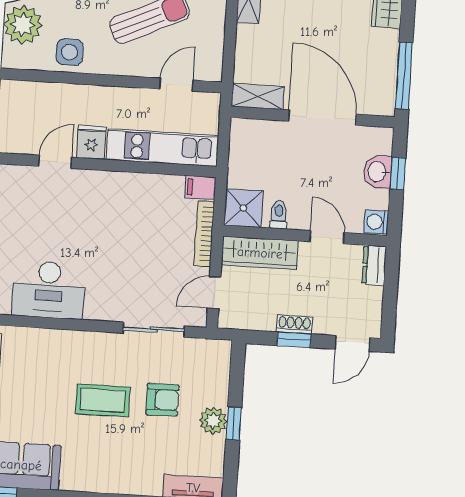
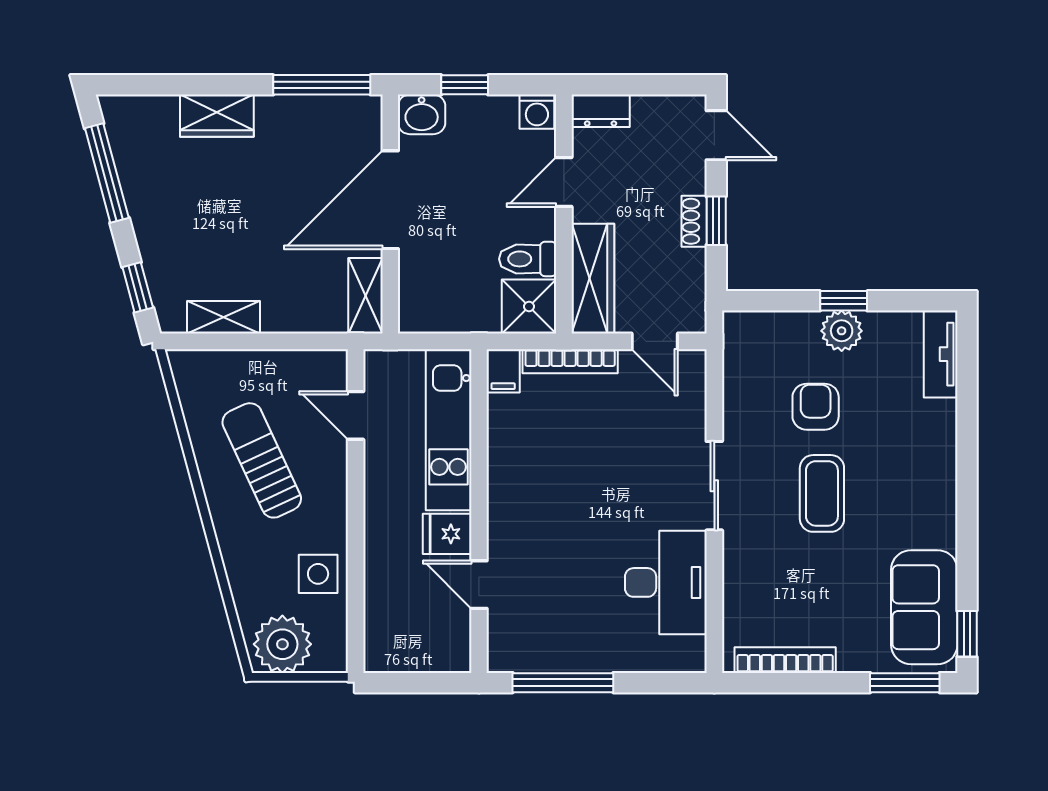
washbasin: (378, 172) -> (422, 114), moved
toilet: (279, 215) -> (528, 259), width x1.37, depth x1.39
sliding door: (154, 330) -> (714, 486), moved

